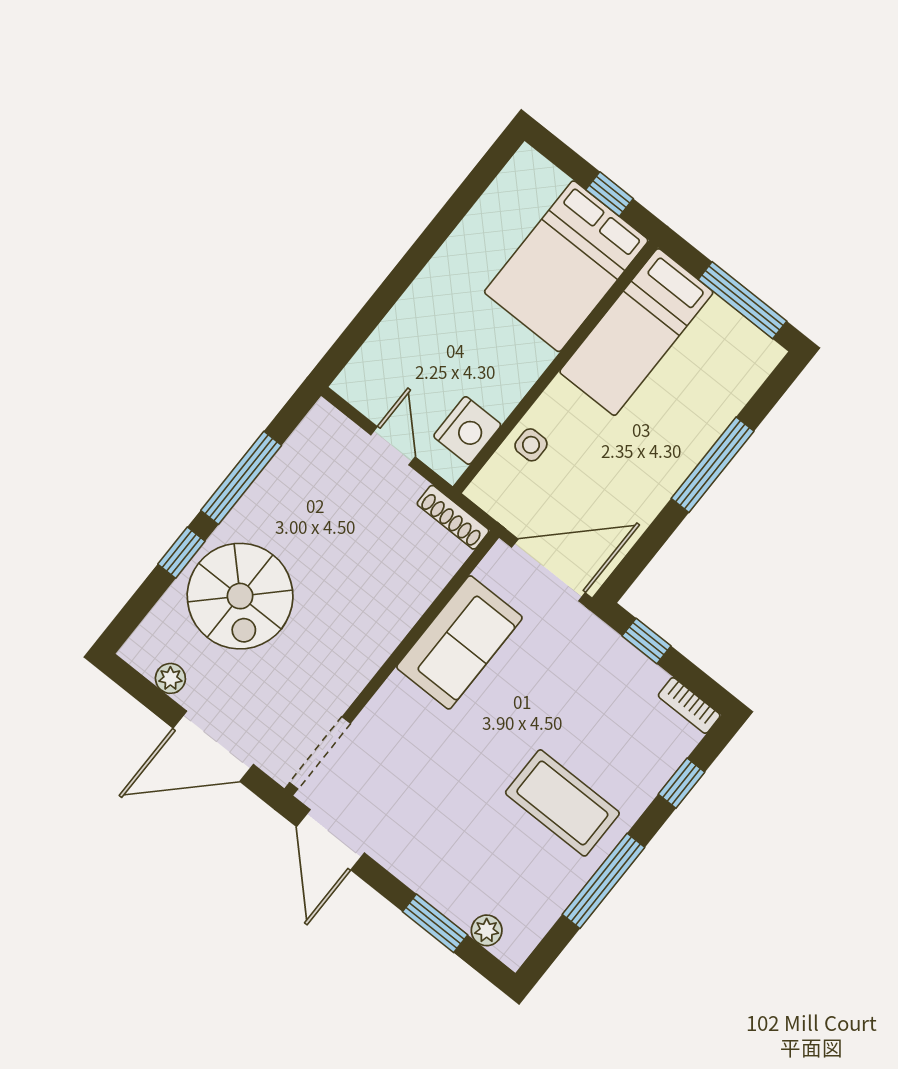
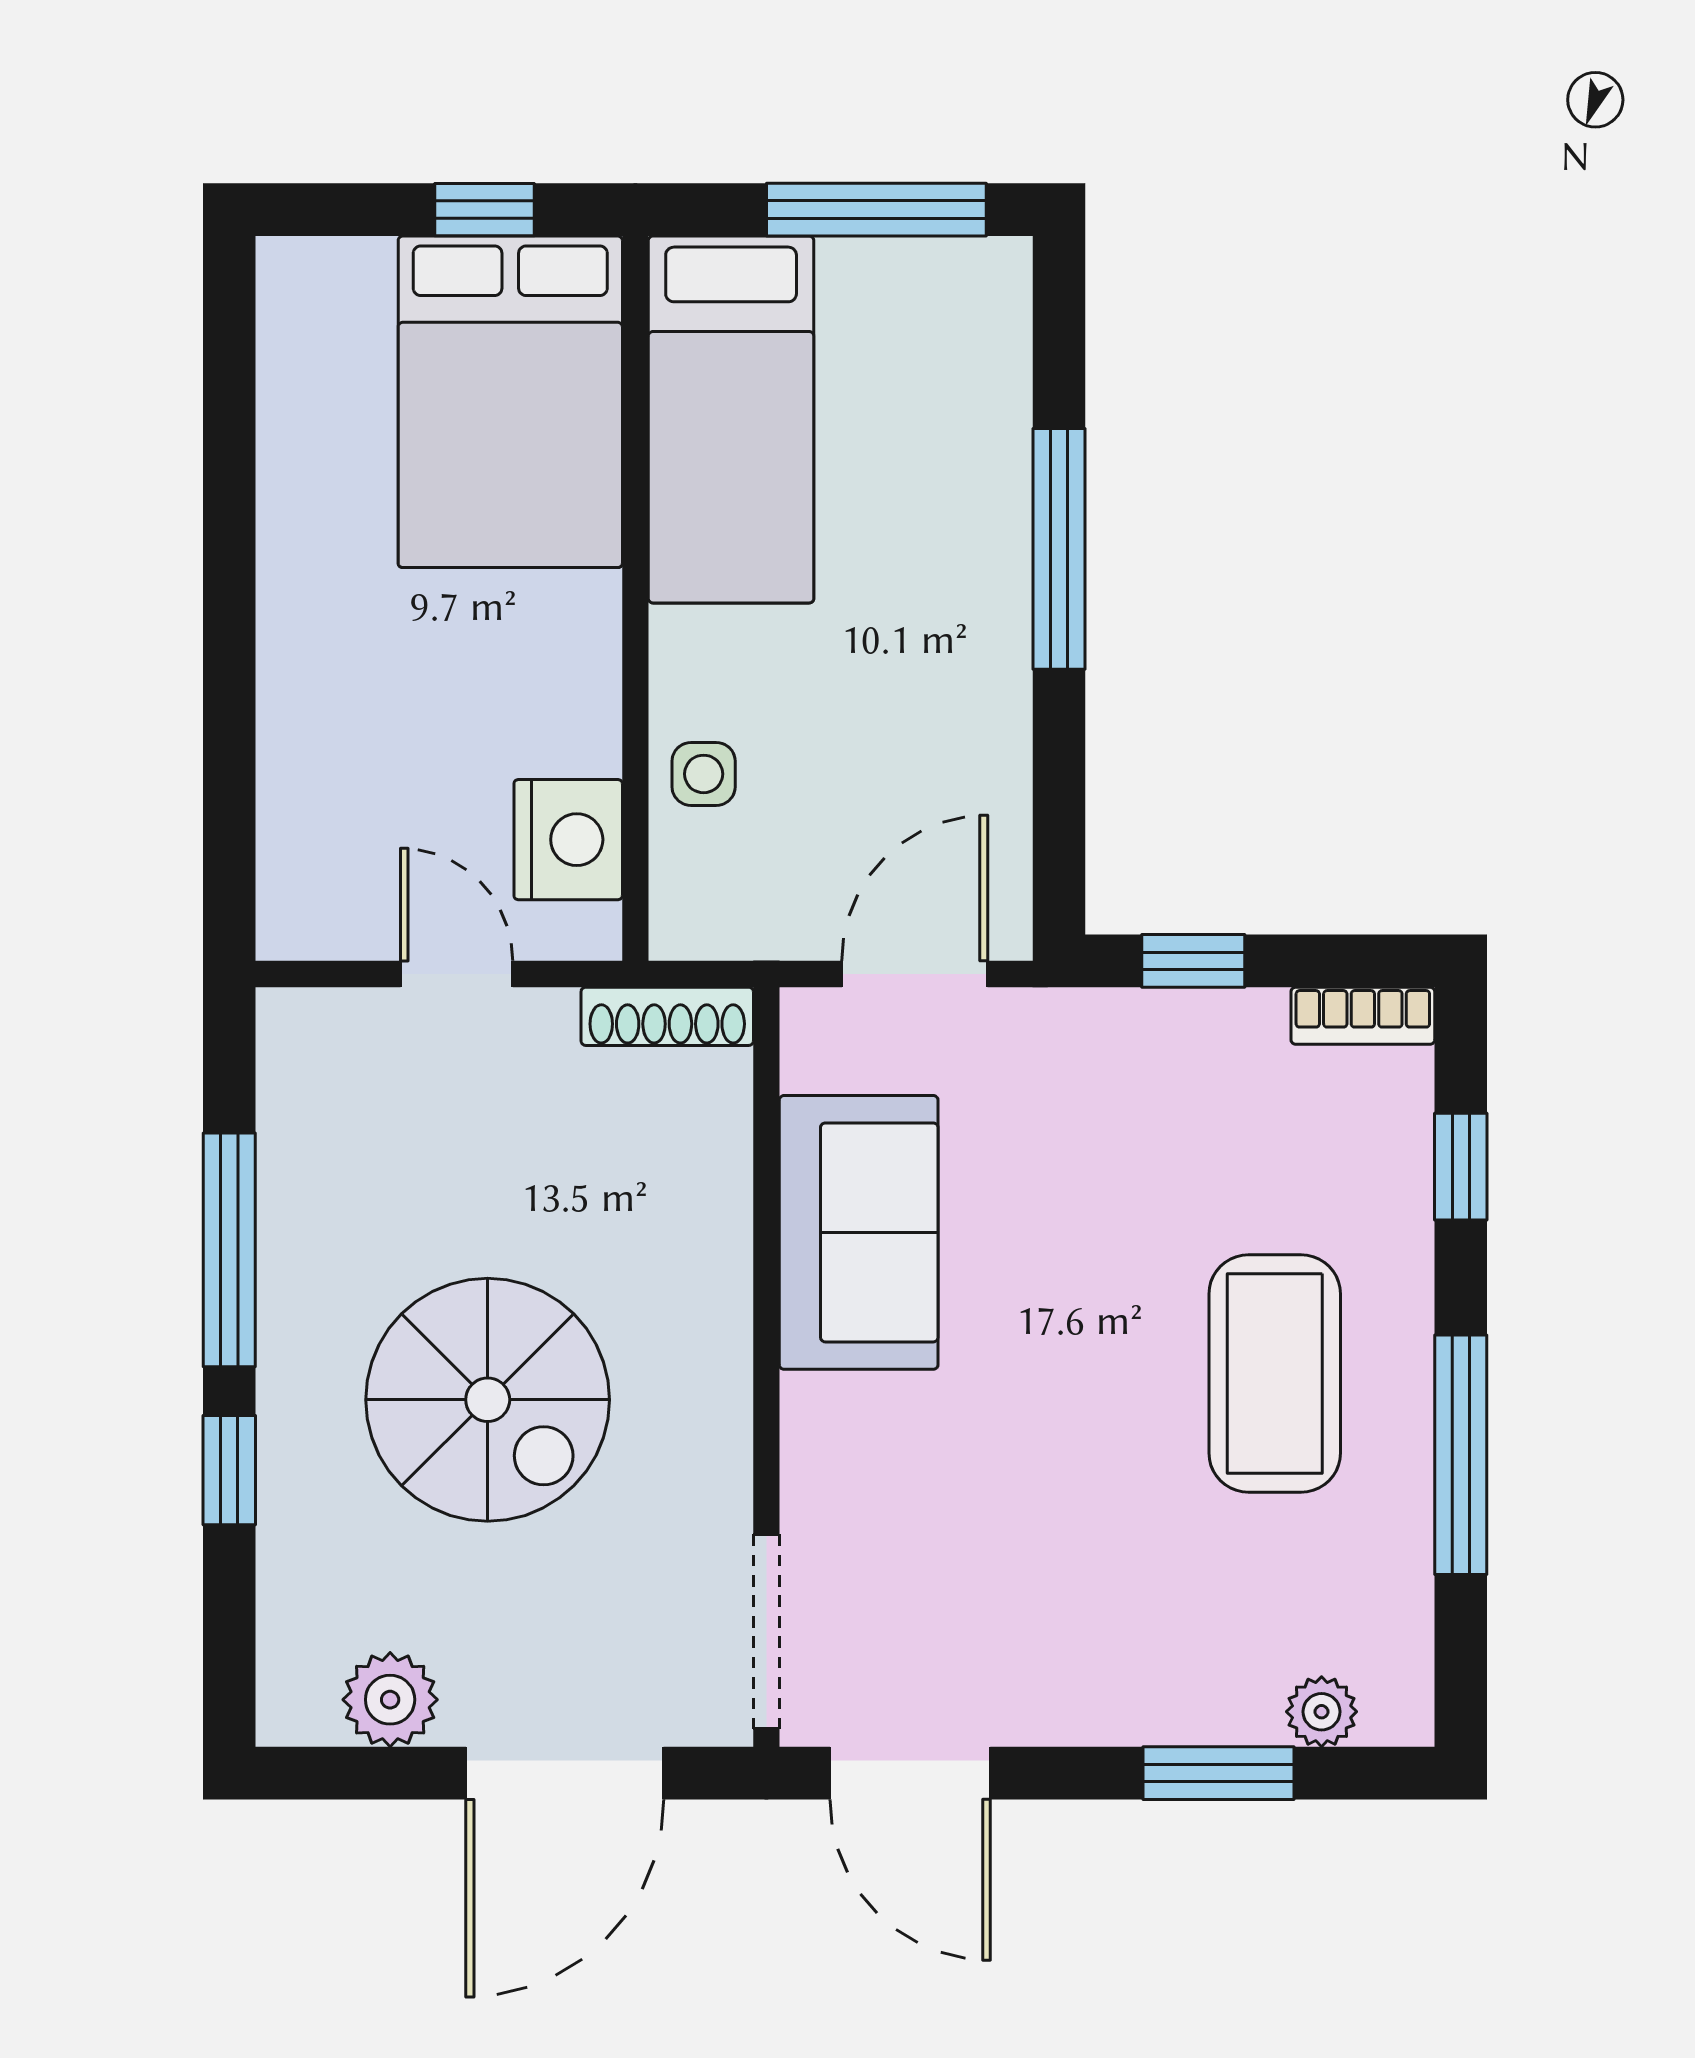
door: (548, 570) -> (915, 974), width x0.73
spiral stairs: (240, 596) -> (488, 1400), moved
plant: (170, 678) -> (390, 1700), width x1.38, depth x1.38
coffee table: (562, 803) -> (1275, 1373), turned 90

